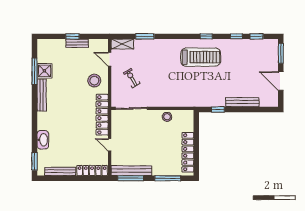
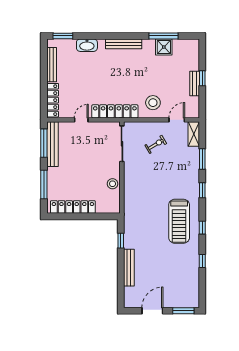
window: (257, 36) -> (202, 190), moved
bench: (42, 95) -> (124, 44), moved

